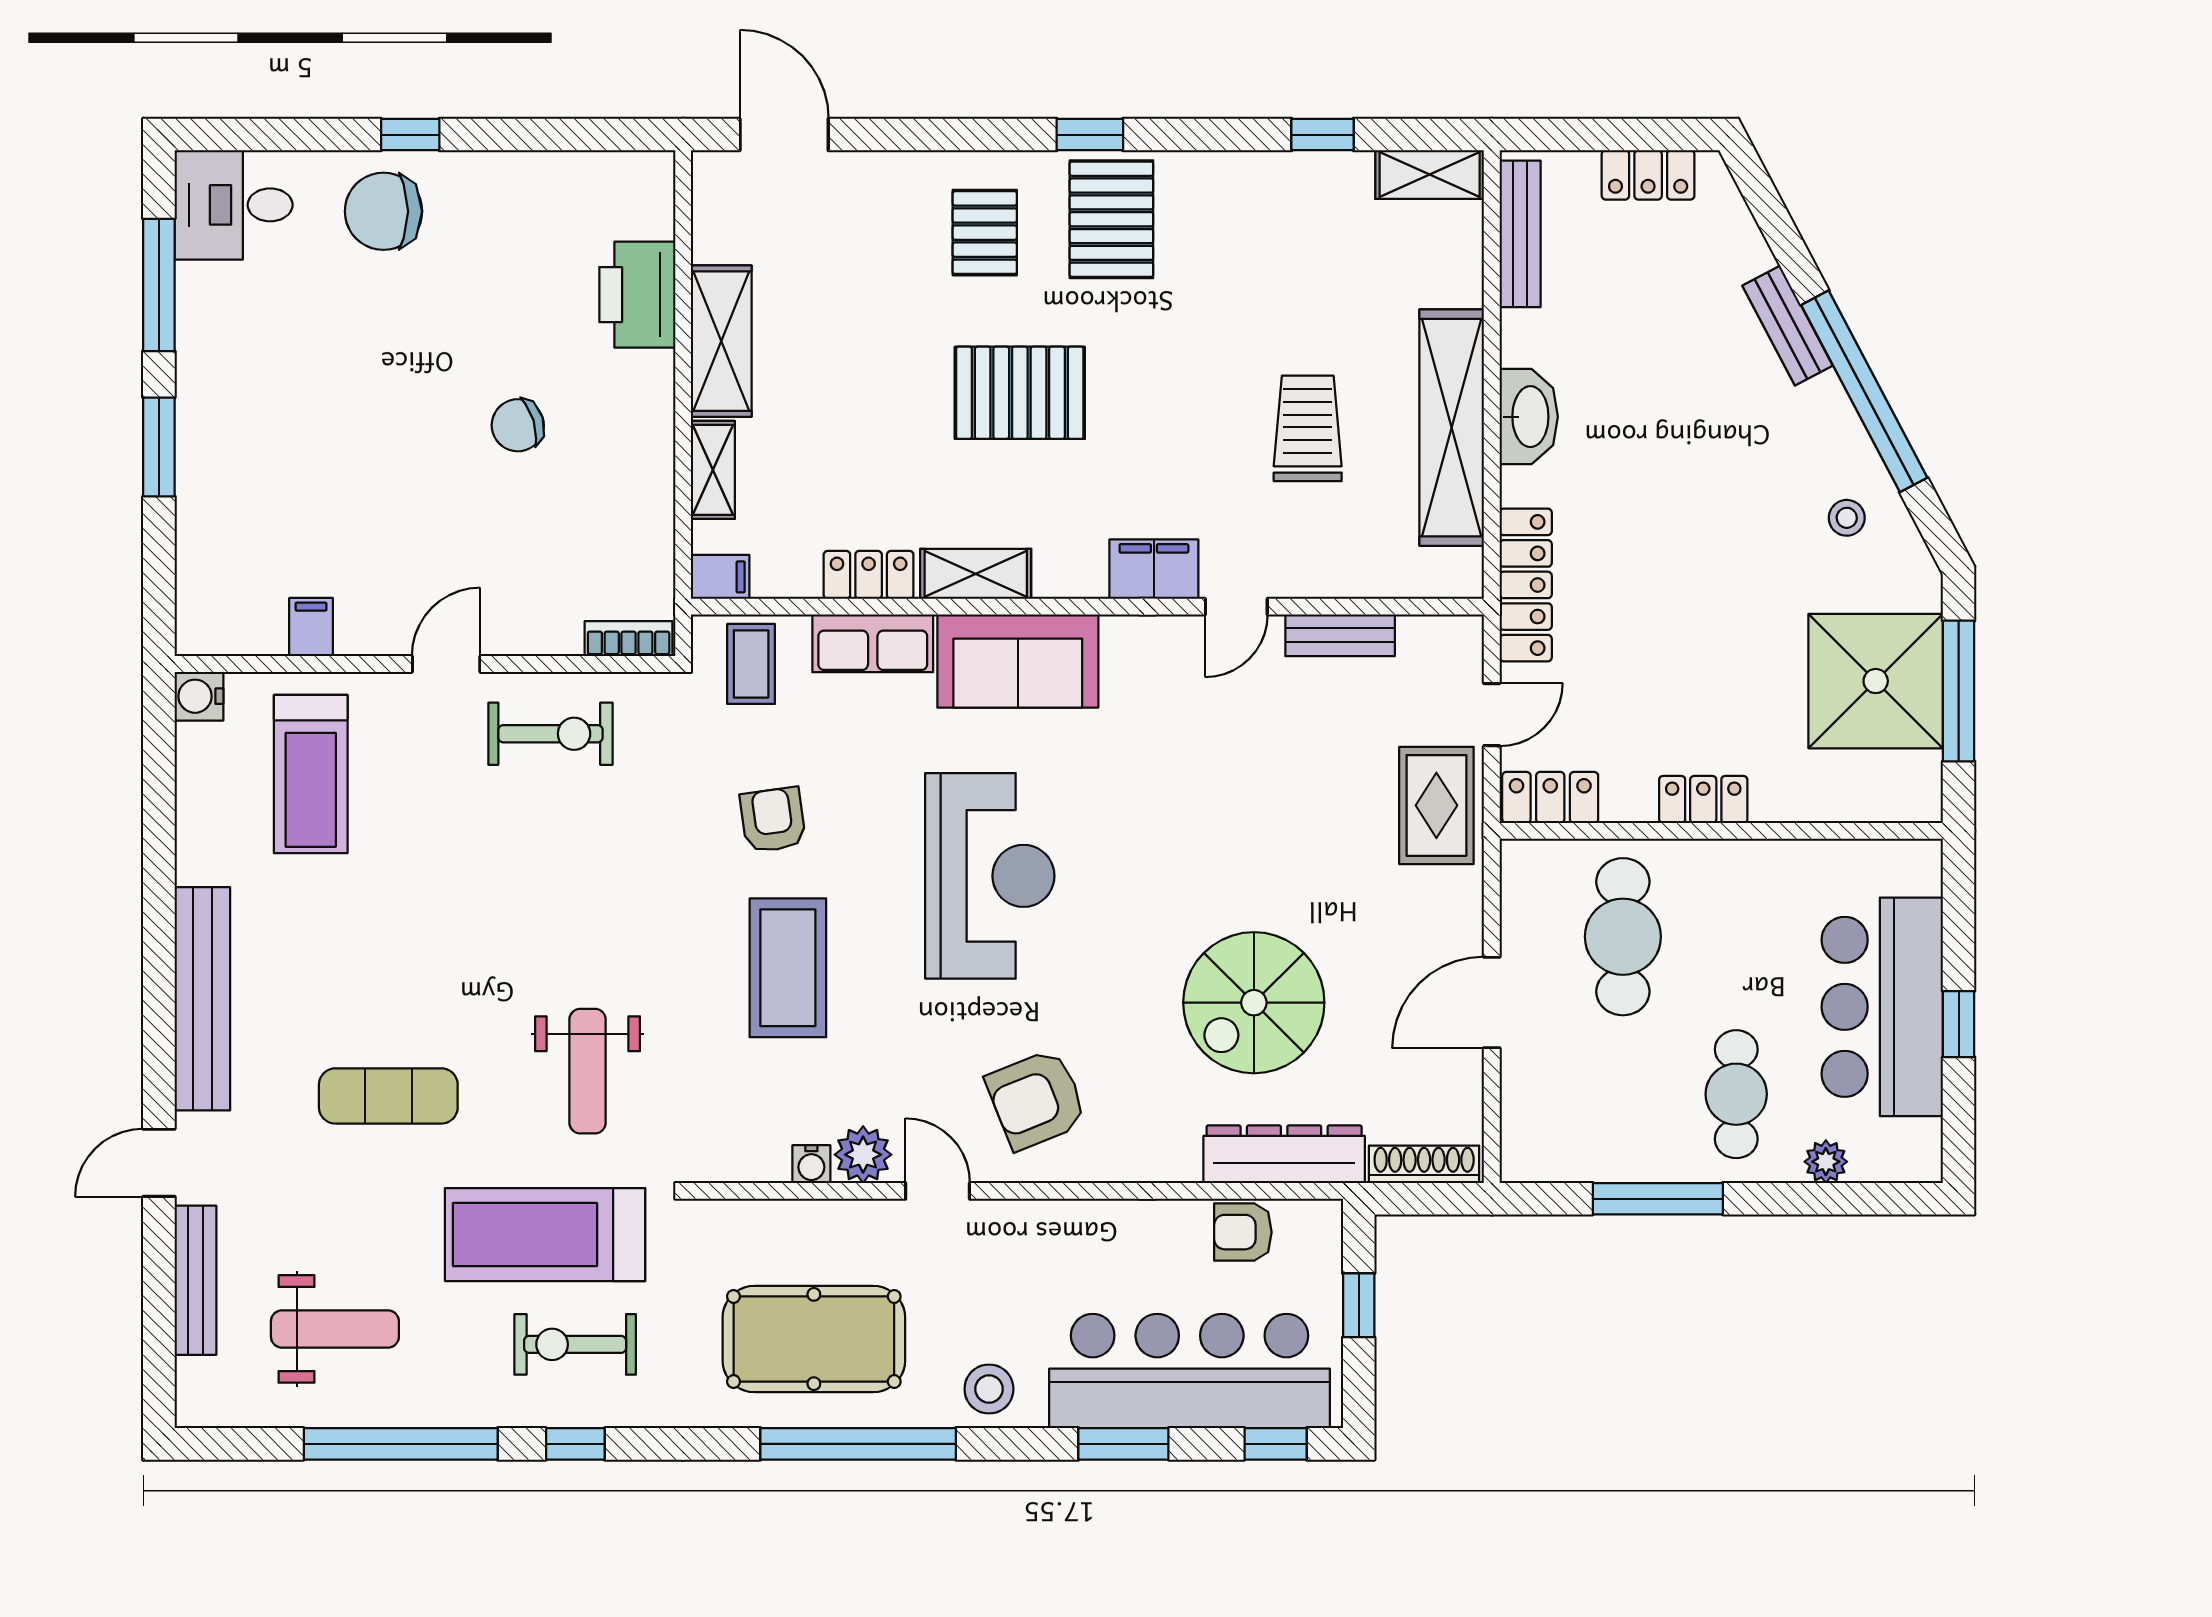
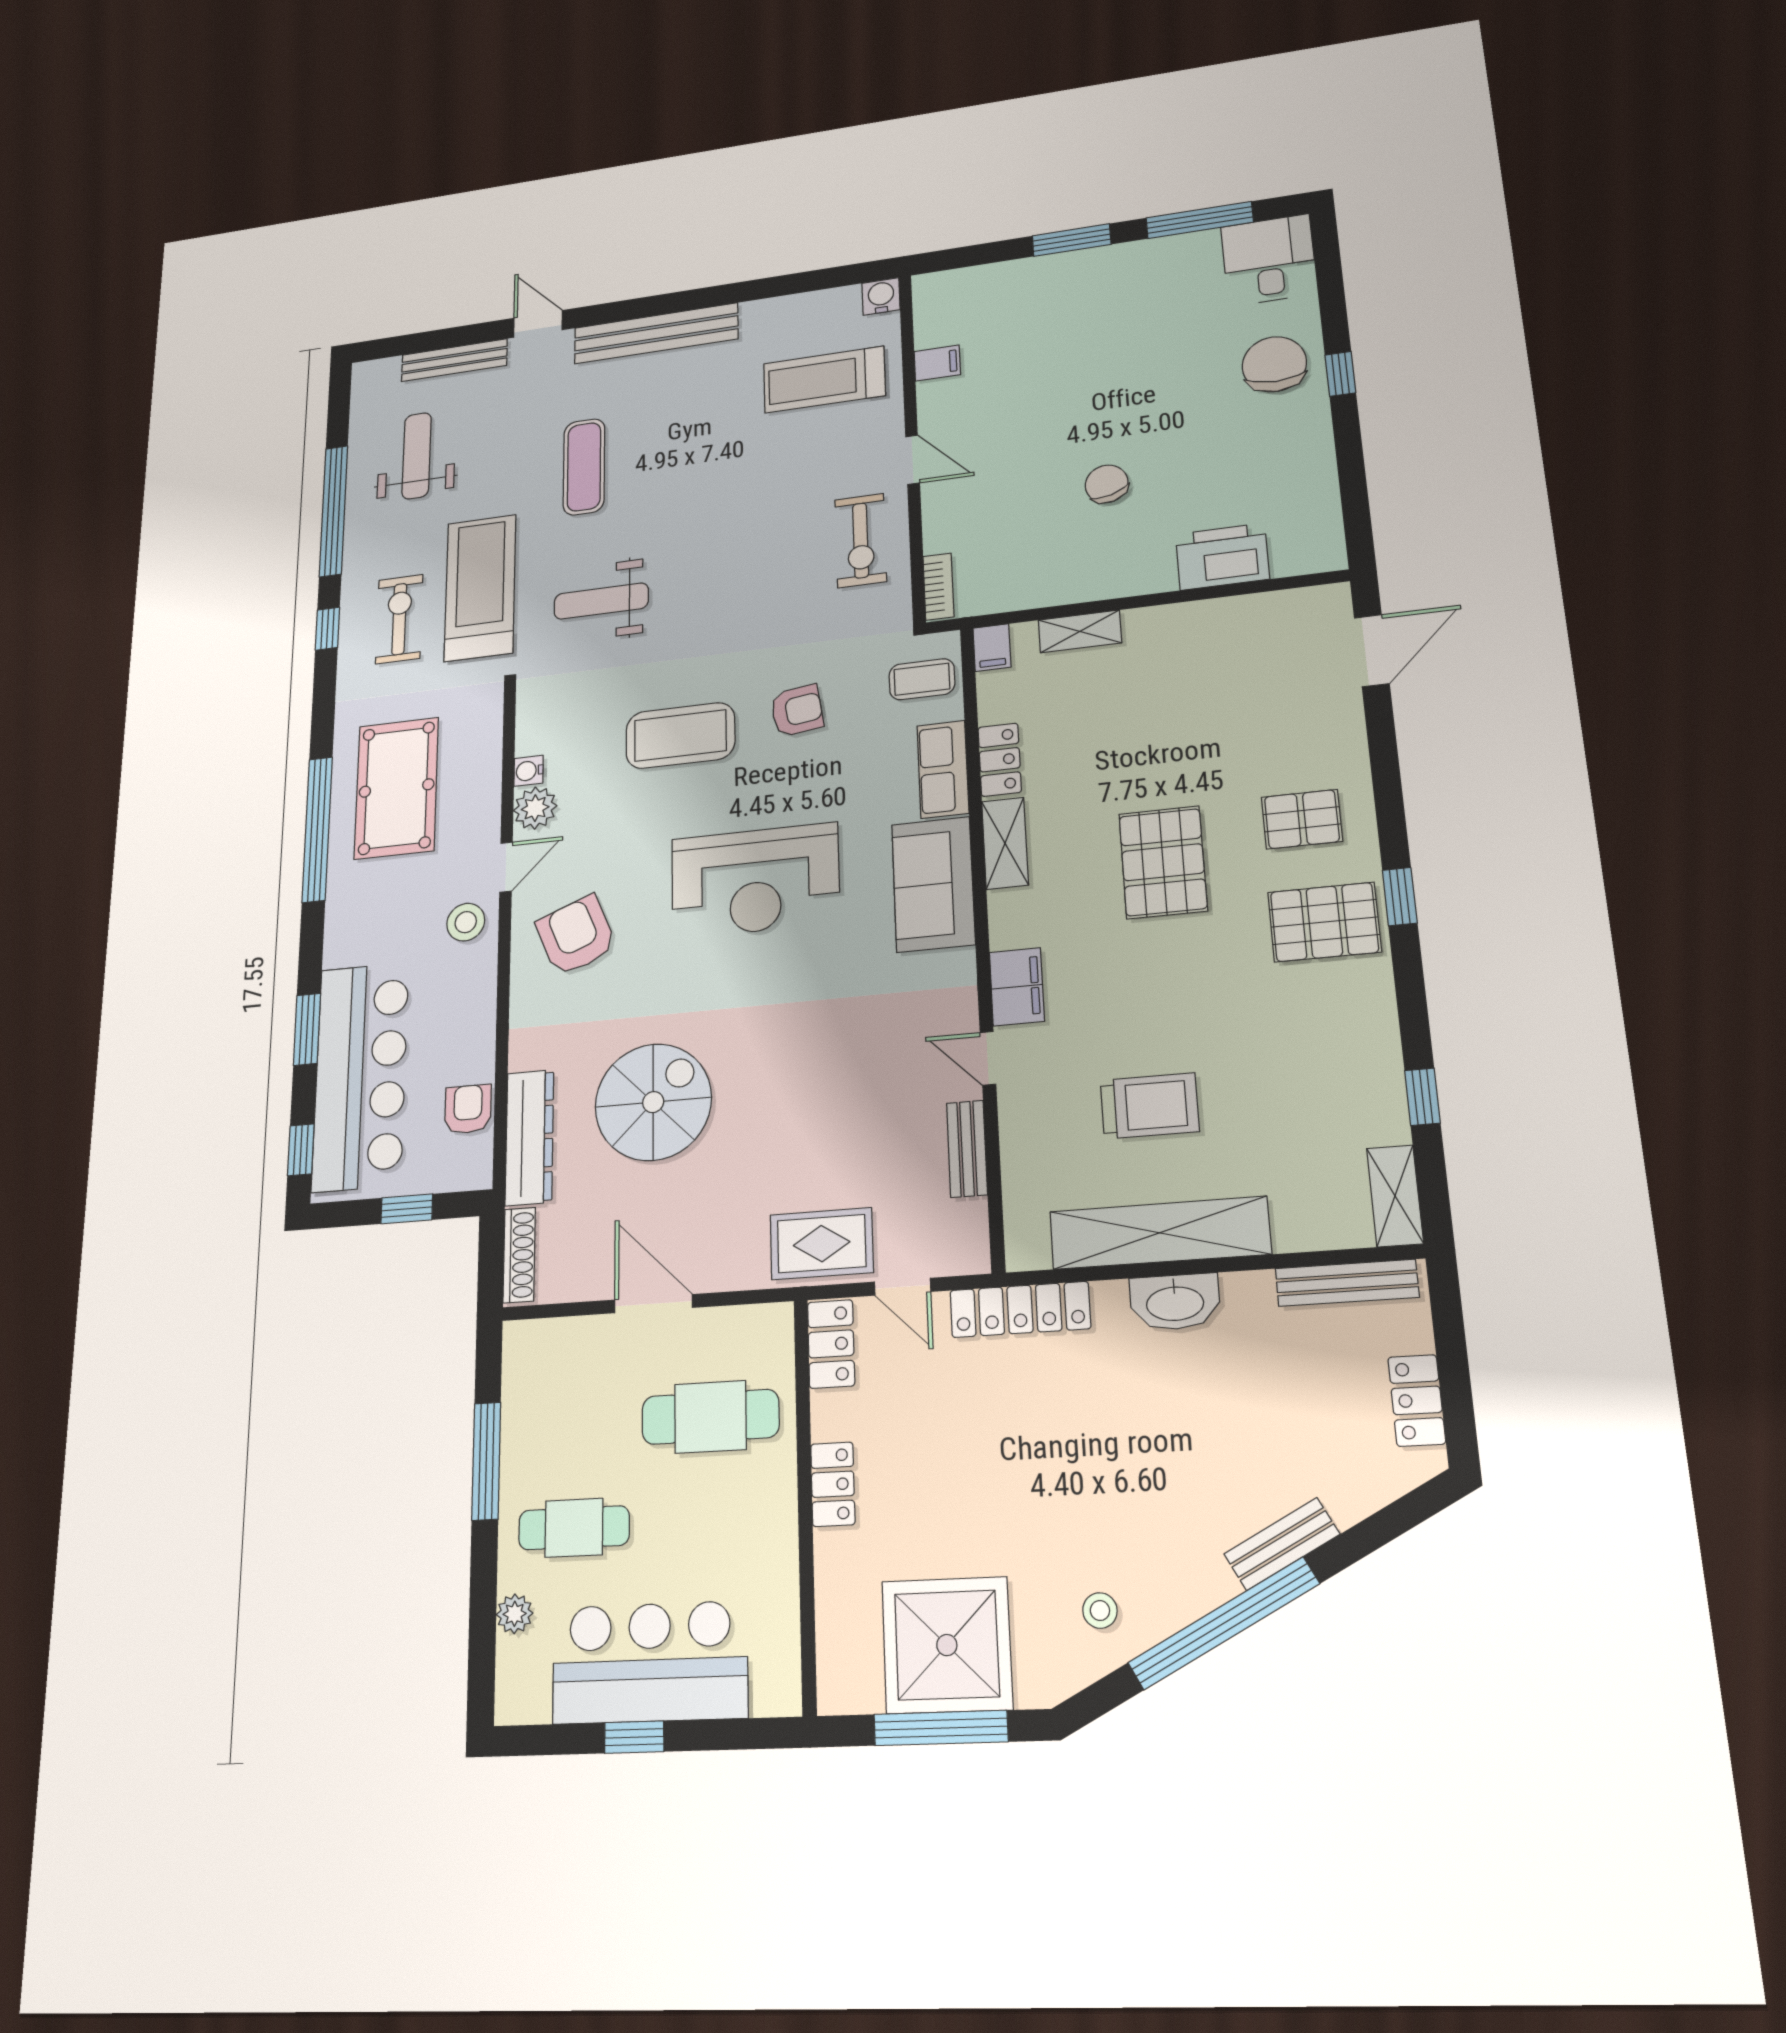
shelving: (721, 341) -> (1188, 624), removed
spiral stairs: (1254, 1003) -> (653, 1102), turned 90
weight bench: (335, 1329) -> (417, 456), turned 180
stool: (989, 1389) -> (466, 922), moved

